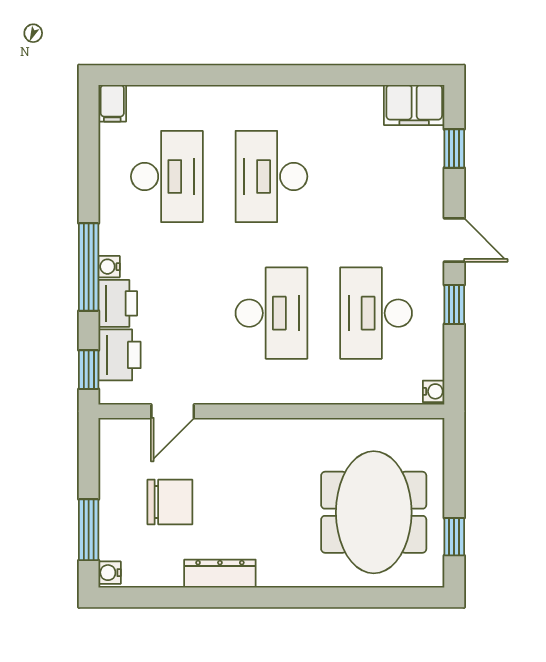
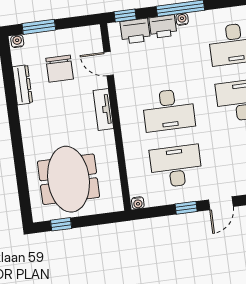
tv unit: (255, 432) -> (103, 110), added
meeting table: (374, 512) -> (69, 179), turned 90
dresser: (220, 574) -> (22, 85), moved

